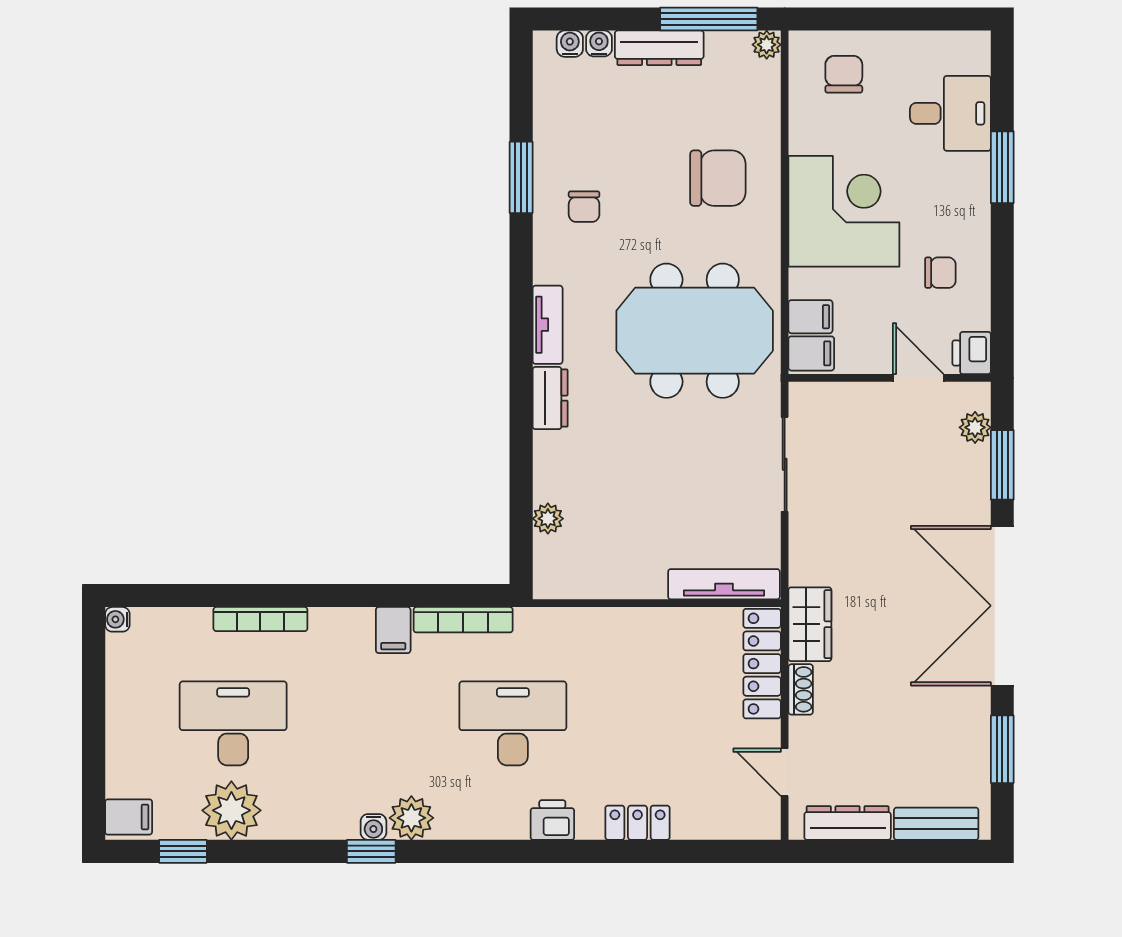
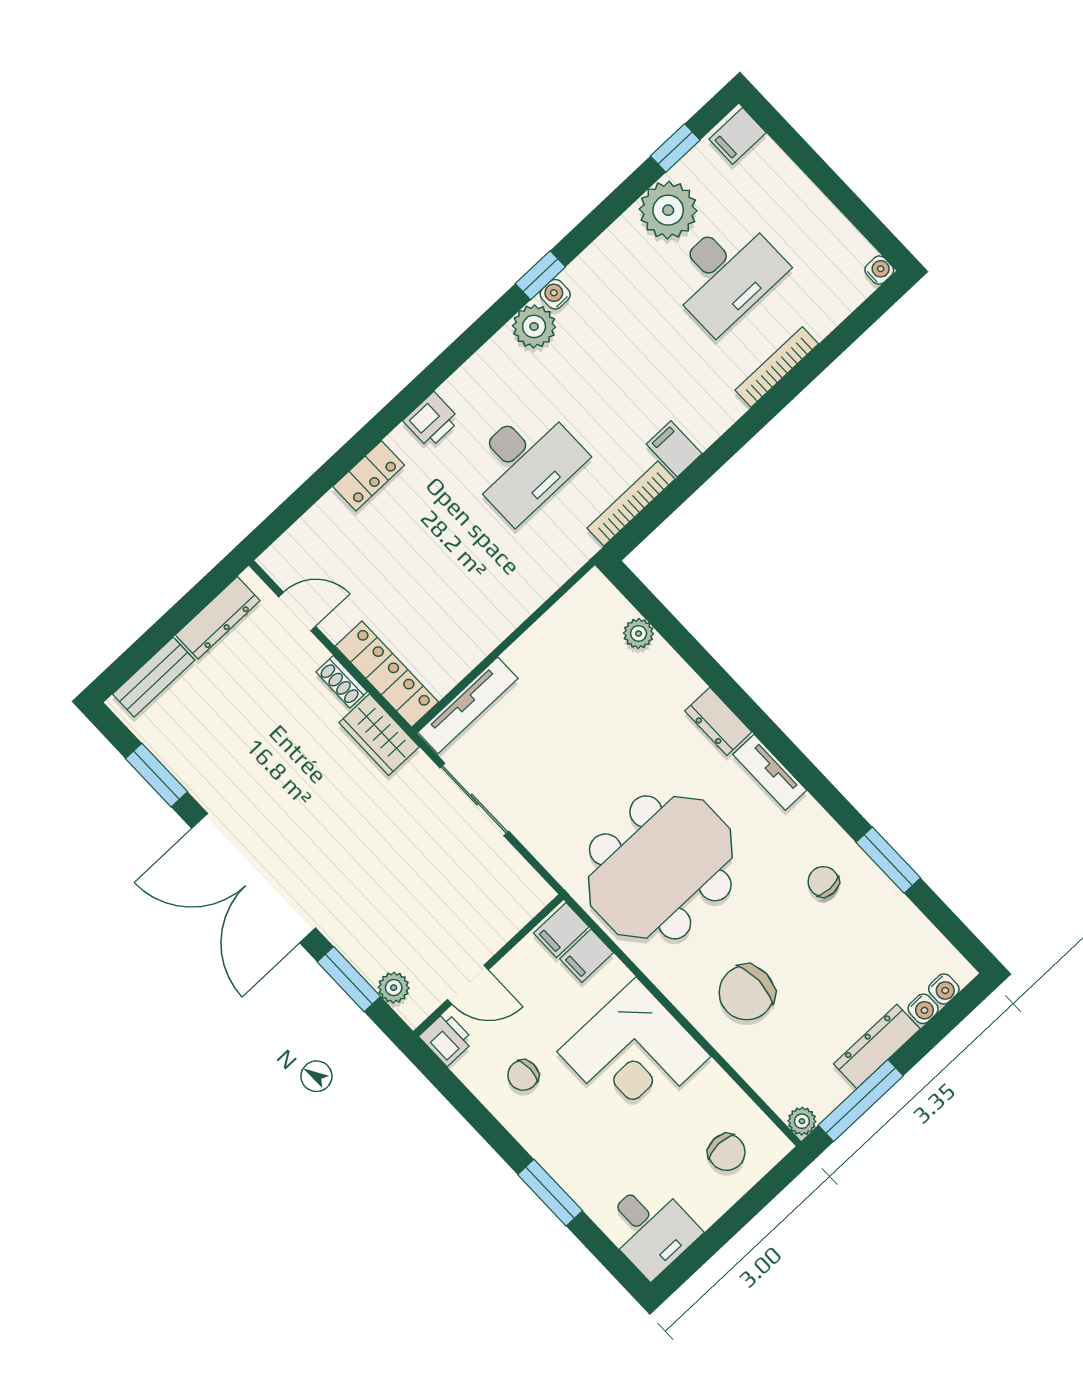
desk: (950, 113) -> (650, 1229), moved, turned -90
sliding door: (785, 464) -> (474, 800), moved
double door: (1002, 606) -> (254, 878), swing flipped

